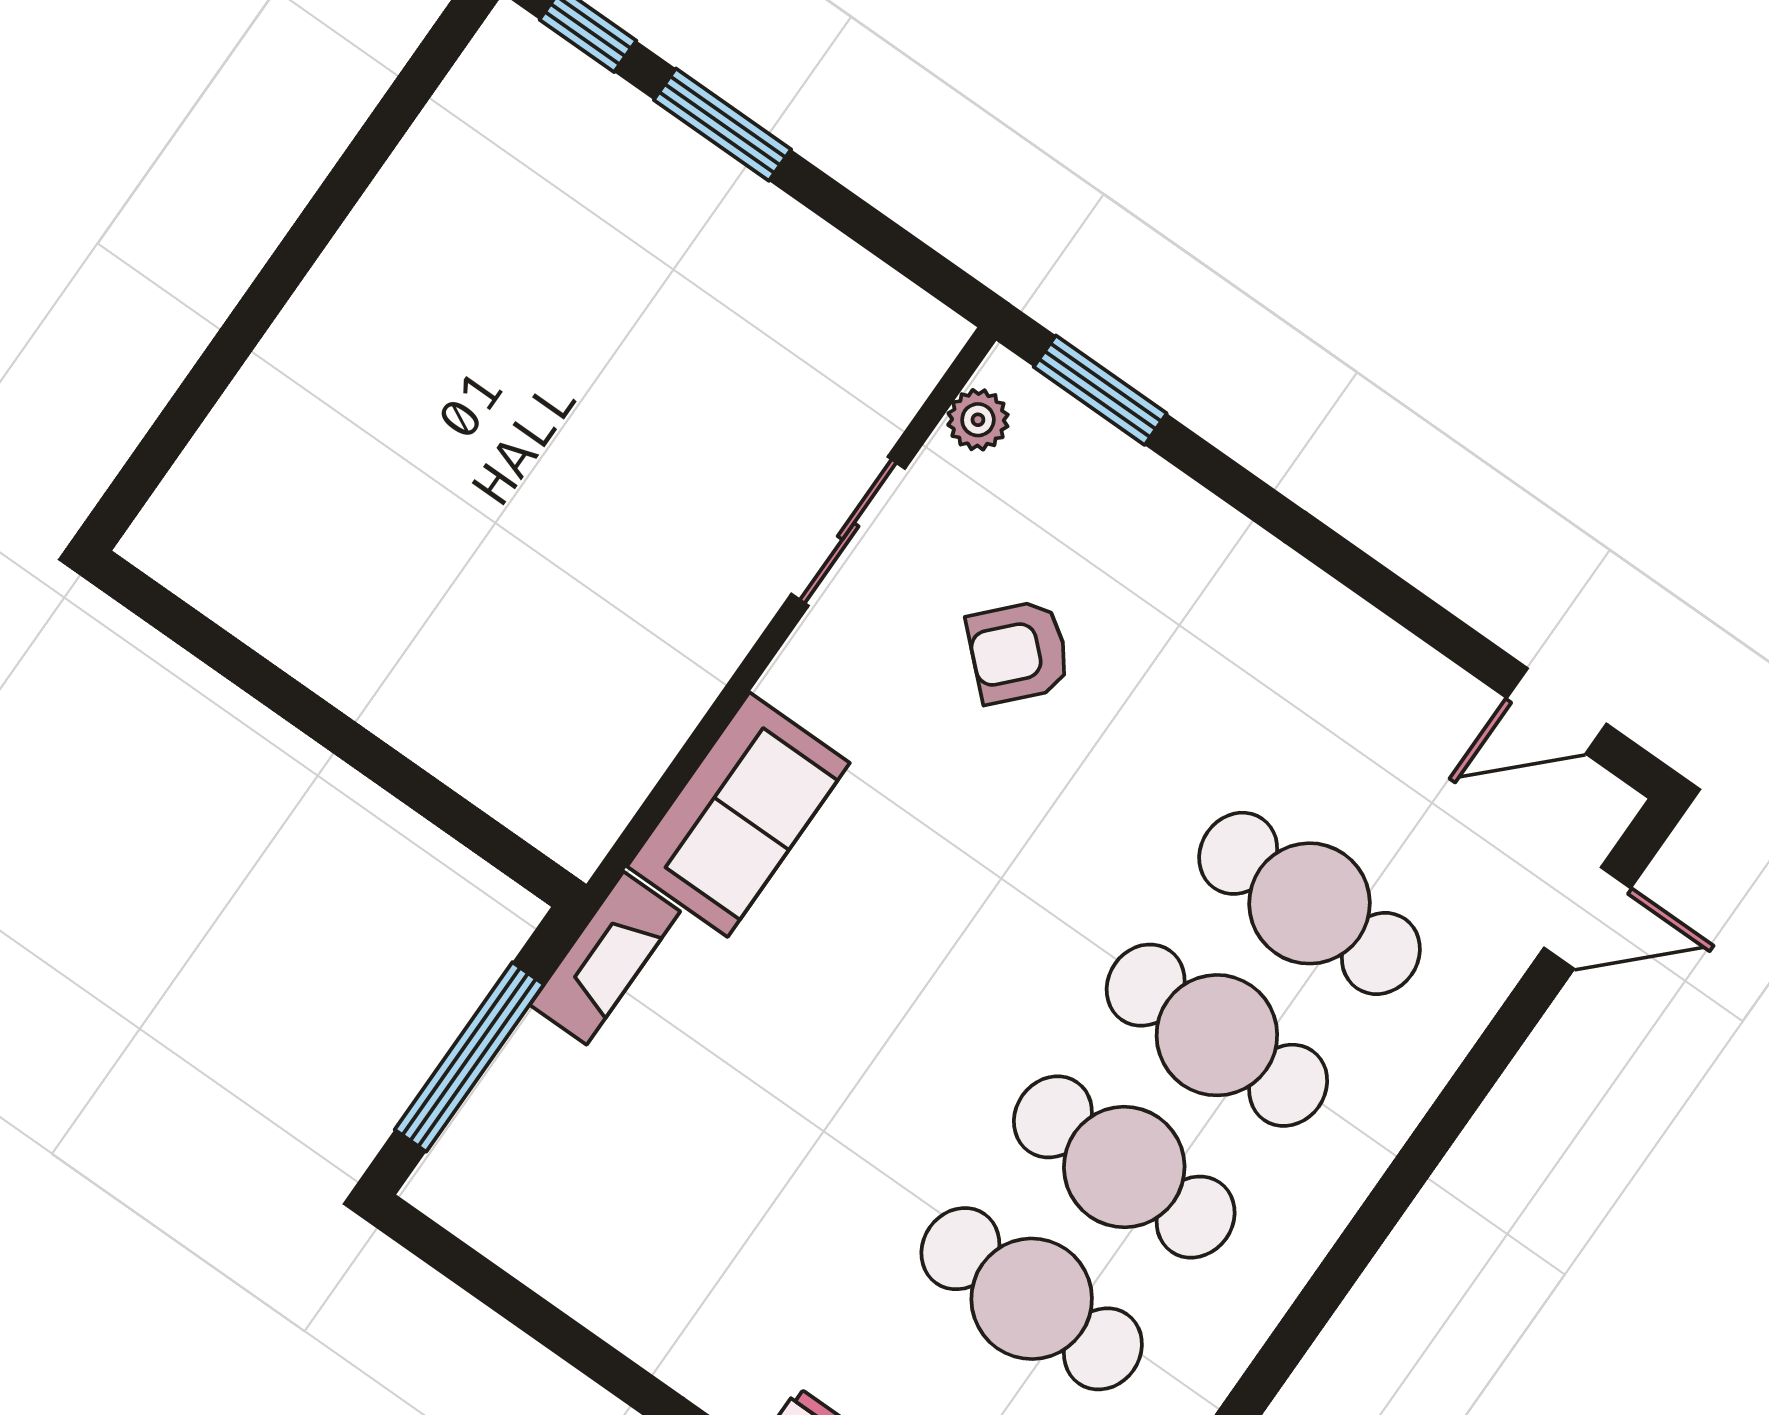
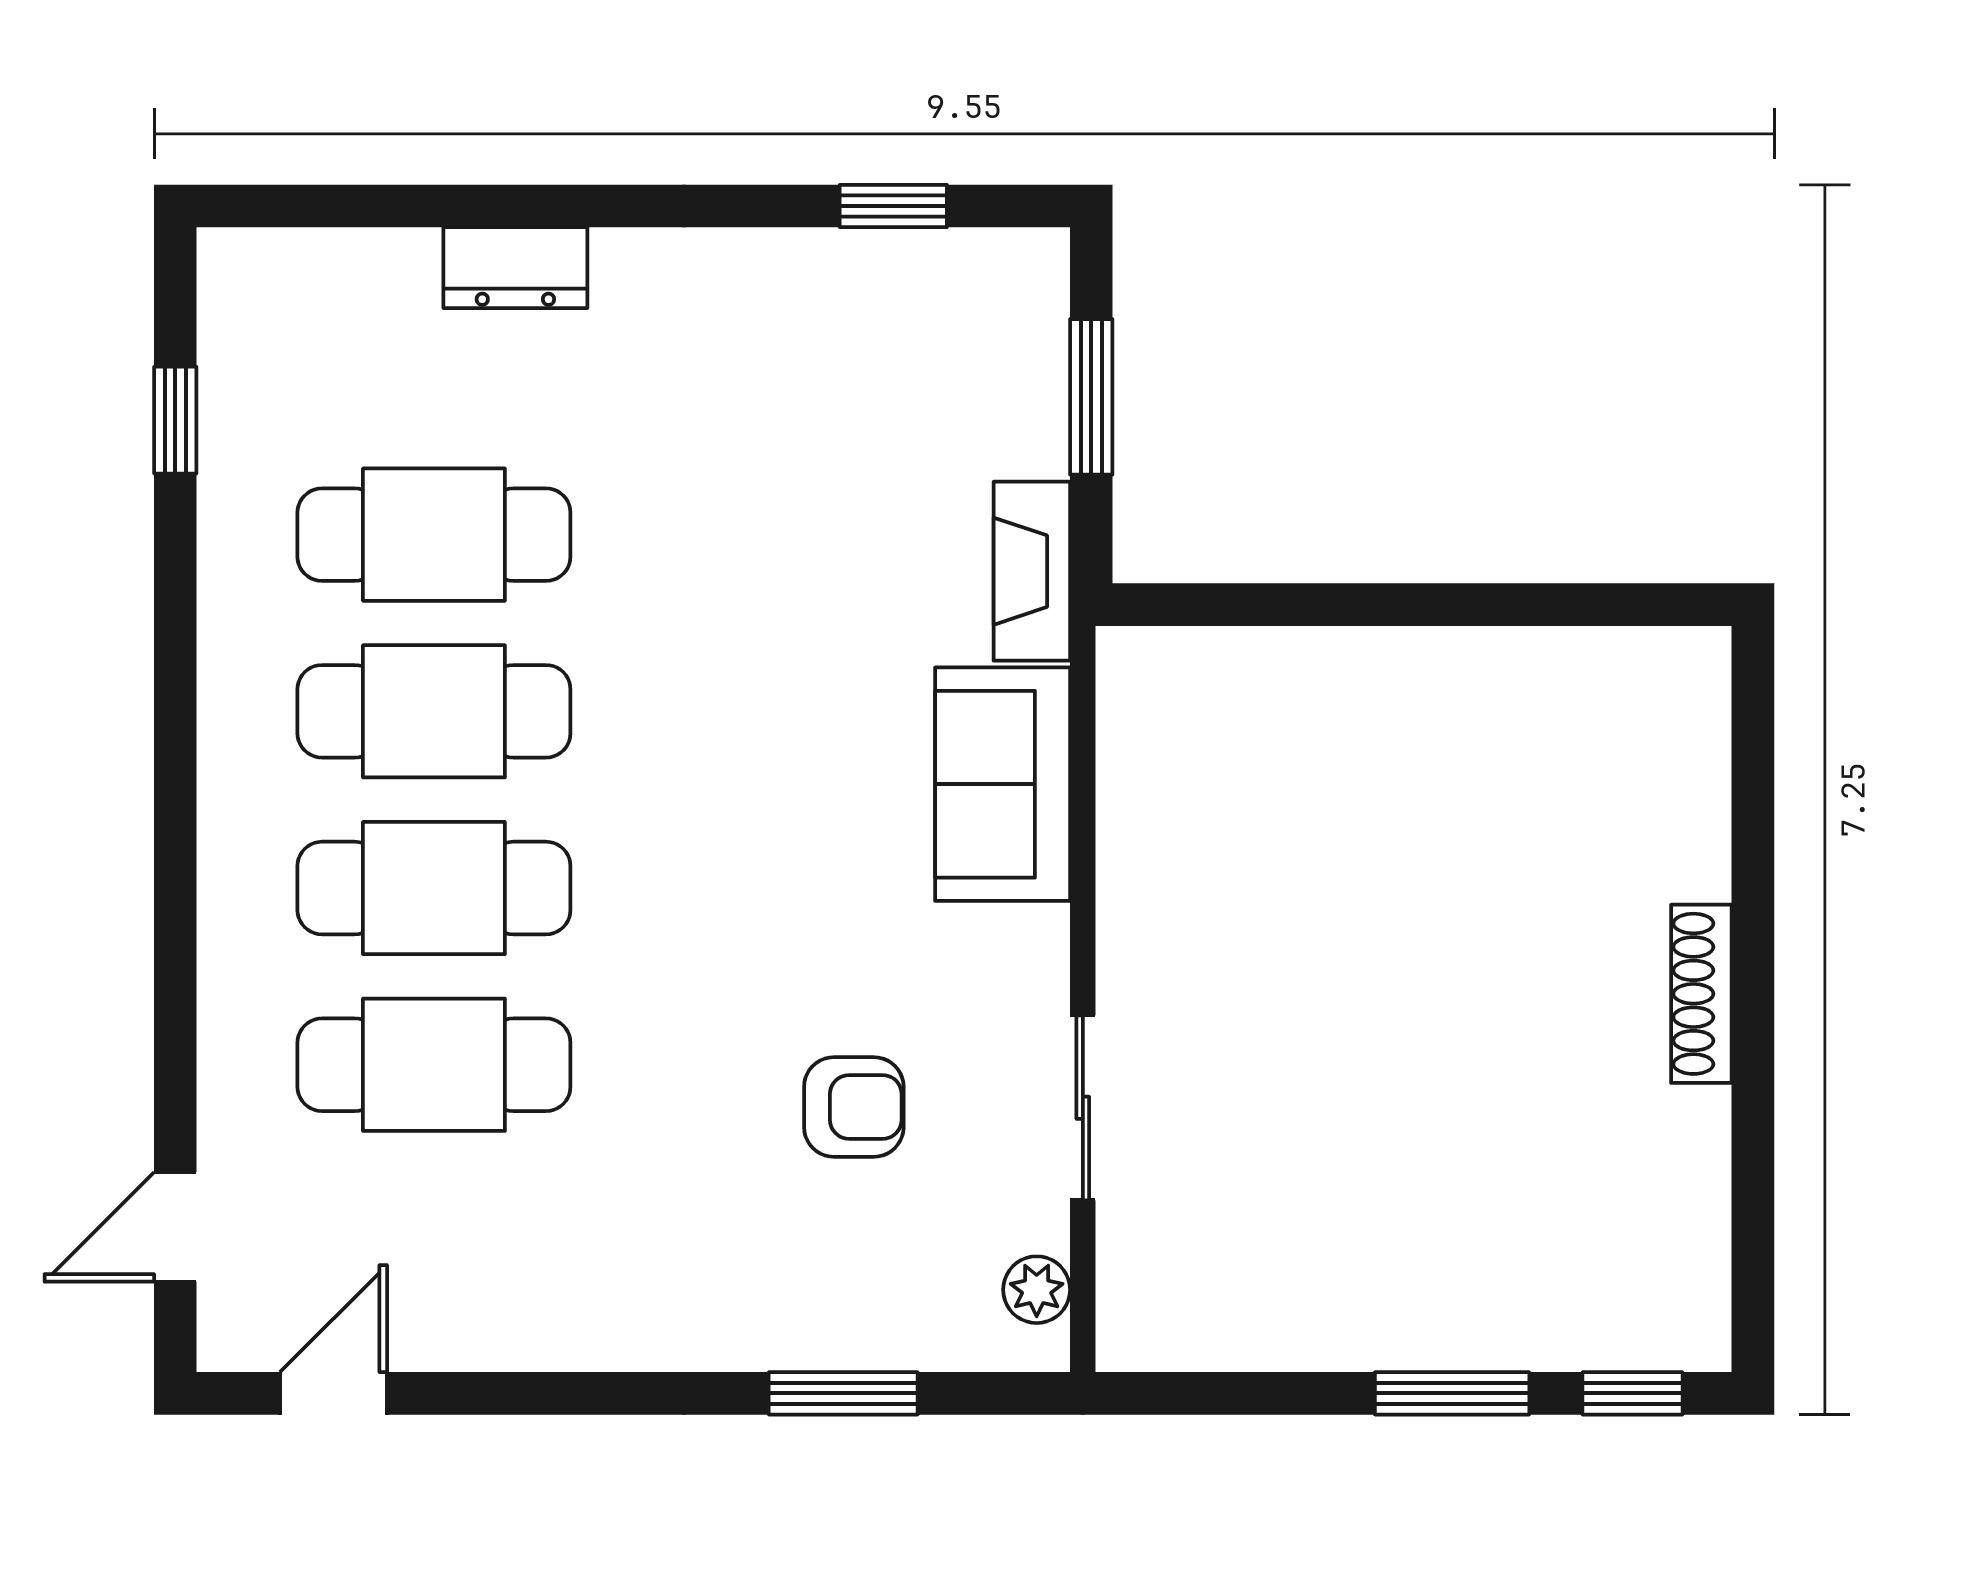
shoe rack: (327, 292) -> (1701, 994), added
window: (1100, 390) -> (843, 1393), moved
armchair: (1018, 652) -> (854, 1107), turned 47
window: (469, 1057) -> (1091, 397), width x0.69
window: (517, 1303) -> (893, 206), added

